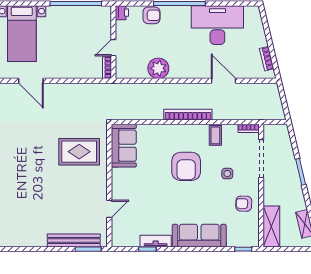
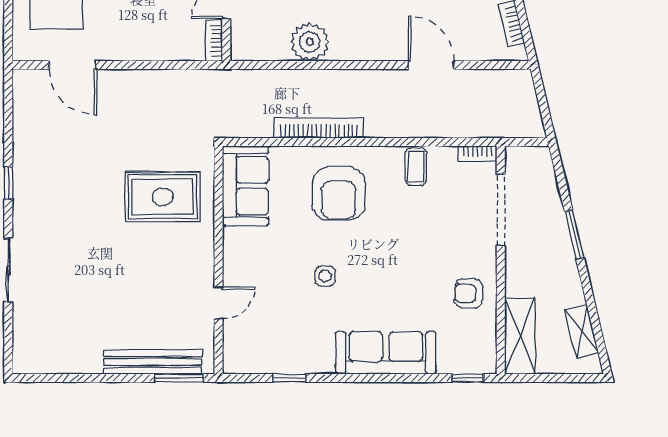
bookcase: (188, 115) -> (319, 128), moved
armchair: (186, 166) -> (339, 194), moved
side table: (227, 174) -> (325, 276), moved
tv unit: (156, 241) -> (305, 363), removed

